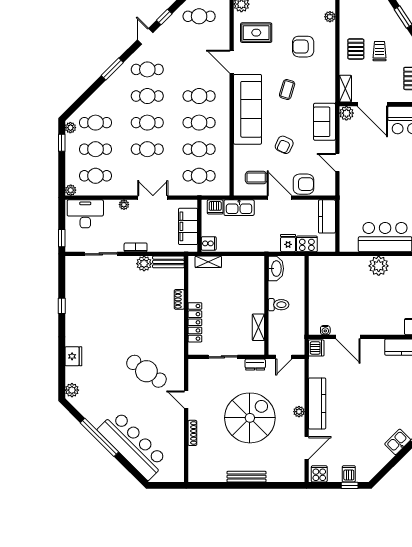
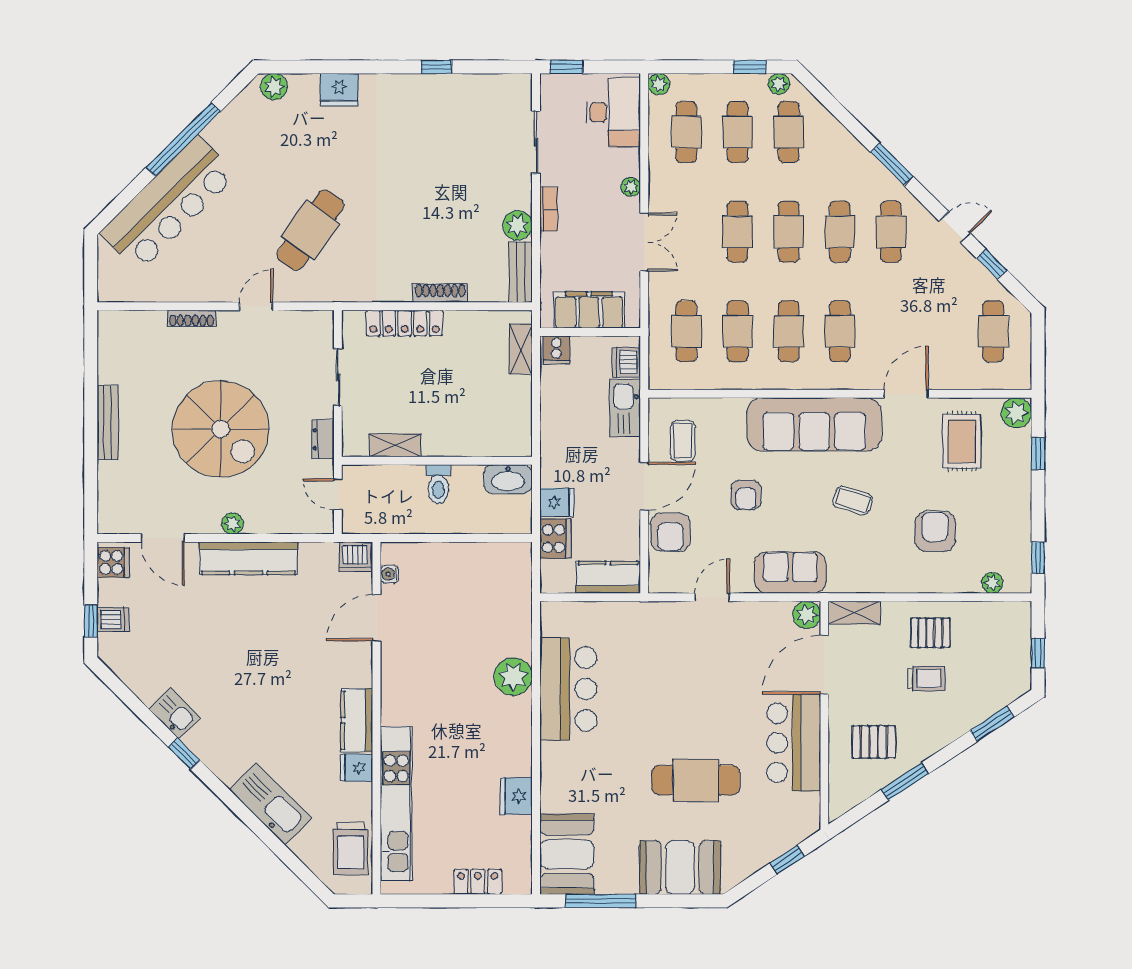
armchair: (284, 145) -> (746, 495), turned -115
shoe rack: (179, 299) -> (440, 293), width x1.43

